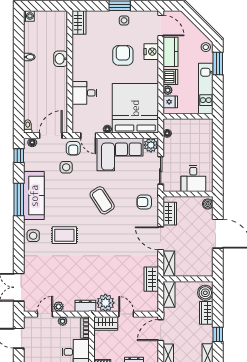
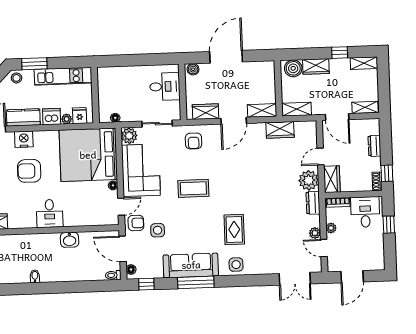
washbasin: (61, 59) -> (70, 240), moved
desk: (85, 93) -> (50, 213), moved
coffee table: (102, 200) -> (193, 188), turned 33

